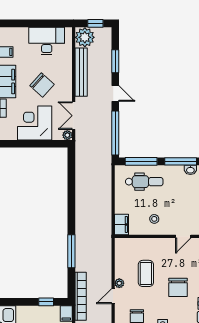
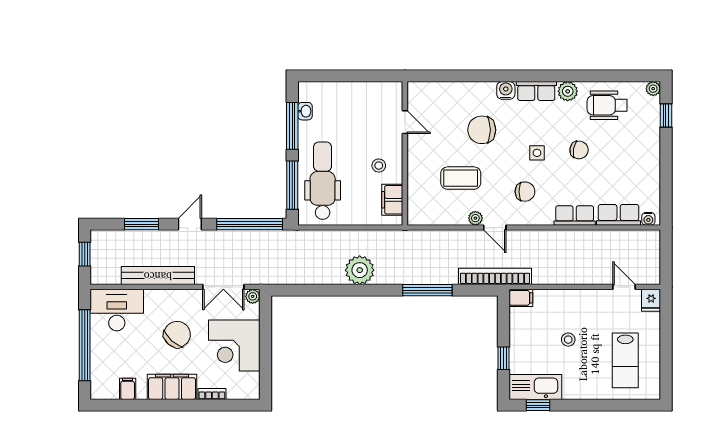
window: (35, 23) -> (85, 345), added
plant: (85, 37) -> (360, 270), moved
desk: (47, 41) -> (117, 310), moved, turned 90
dental chair: (144, 182) -> (323, 181), width x1.36, depth x1.38
filing cabinet: (121, 224) -> (392, 200), moved, turned -90
chair: (178, 287) -> (482, 130), turned 180
window: (46, 302) -> (504, 358), moved

